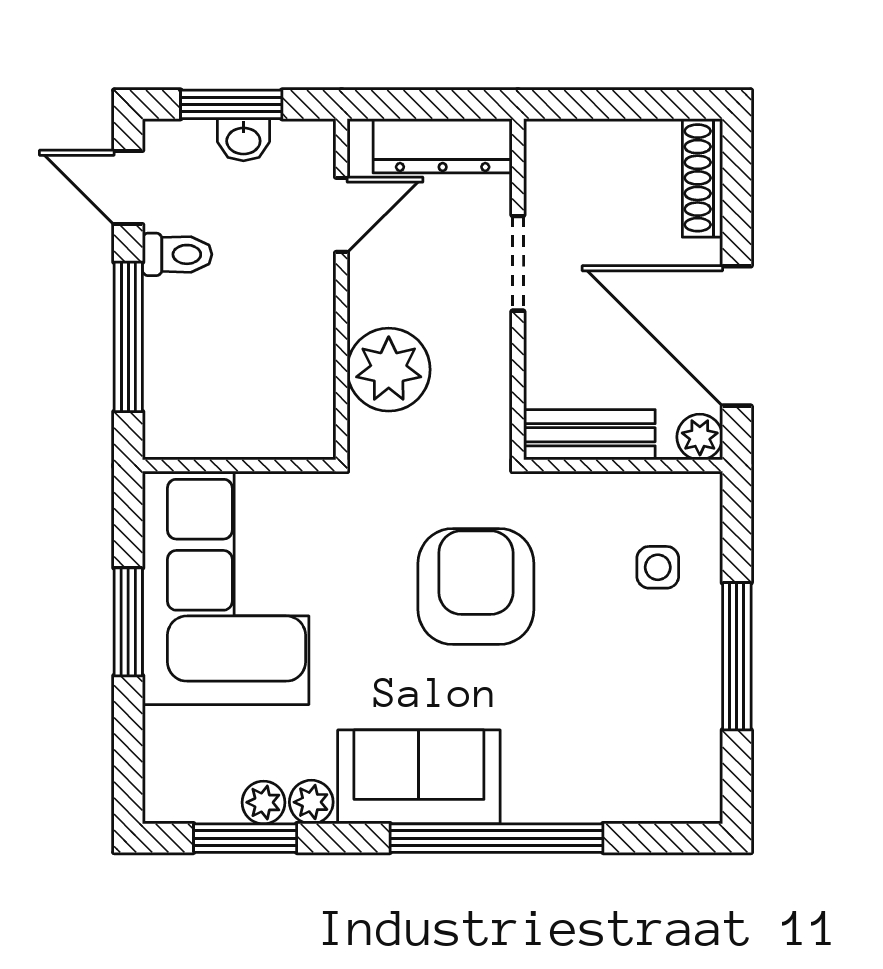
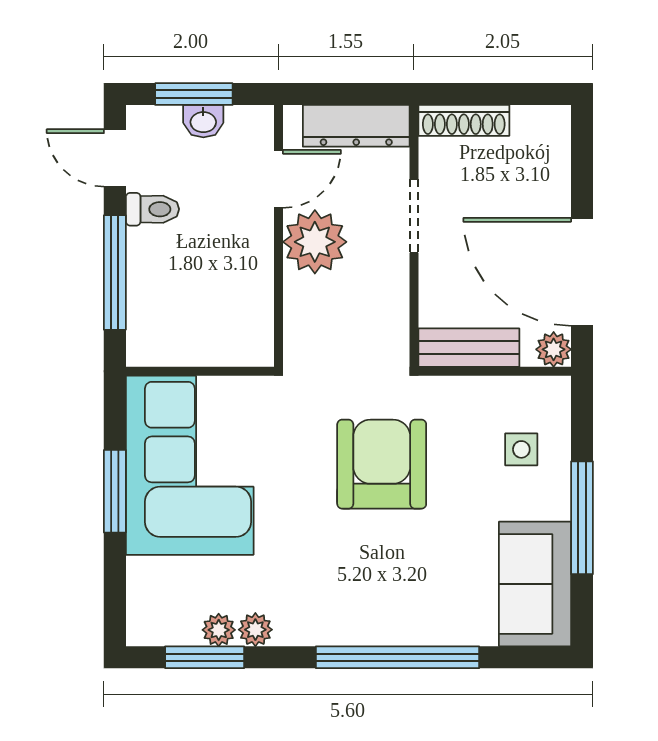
shoe rack: (702, 178) -> (464, 120), moved, turned -90
plant: (389, 370) -> (315, 242), moved
sofa: (419, 777) -> (535, 584), moved, turned -90

